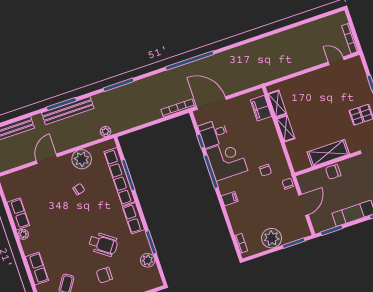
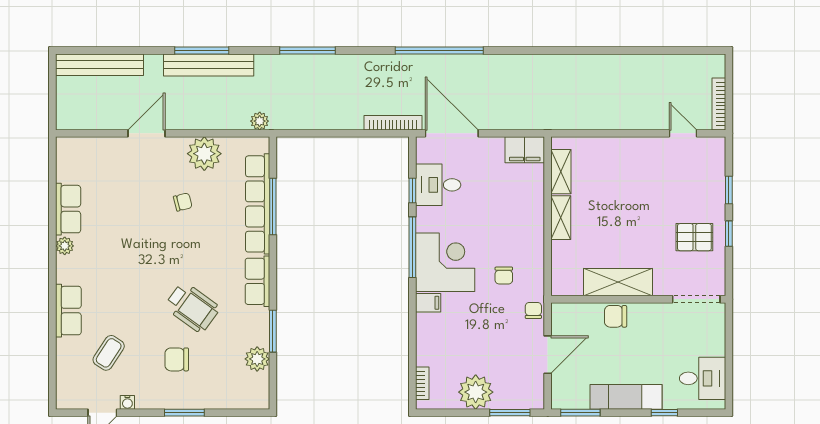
filing cabinet: (261, 108) -> (525, 150), moved, turned -90
corner desk: (227, 160) -> (445, 262), moved

